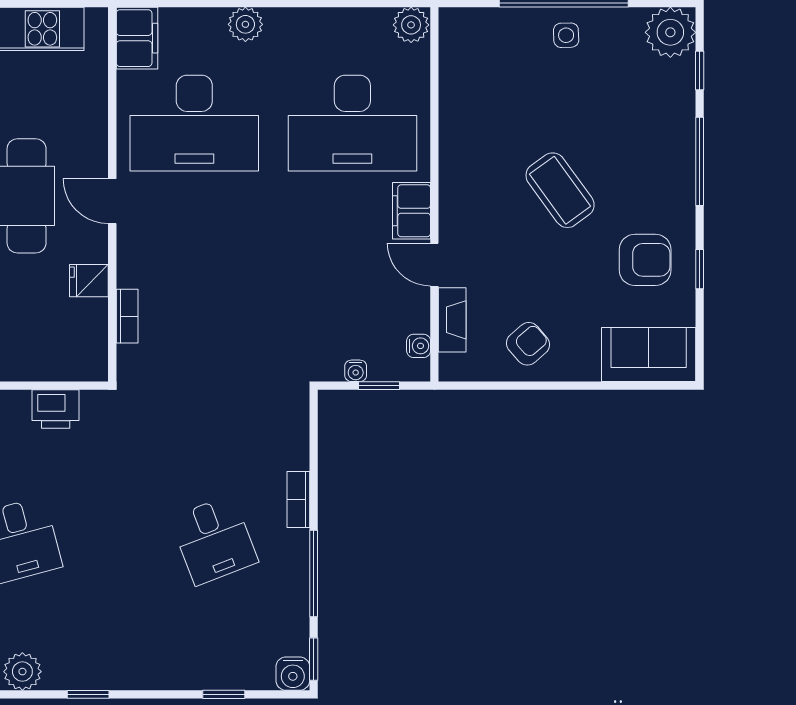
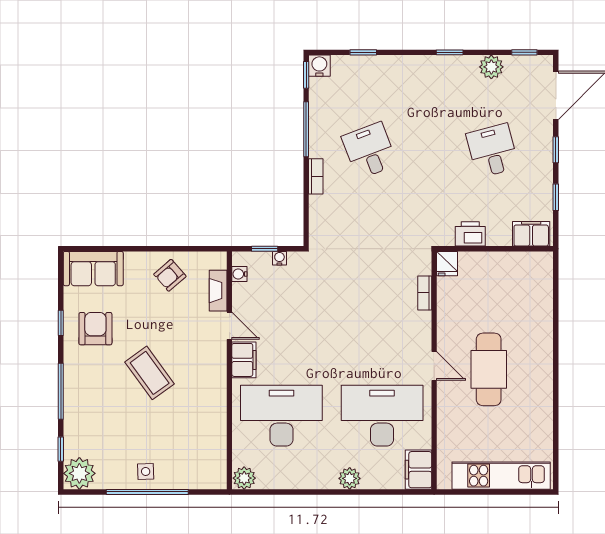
armchair: (645, 260) -> (95, 329), turned 90
fridge: (89, 281) -> (447, 264), moved, turned 90

